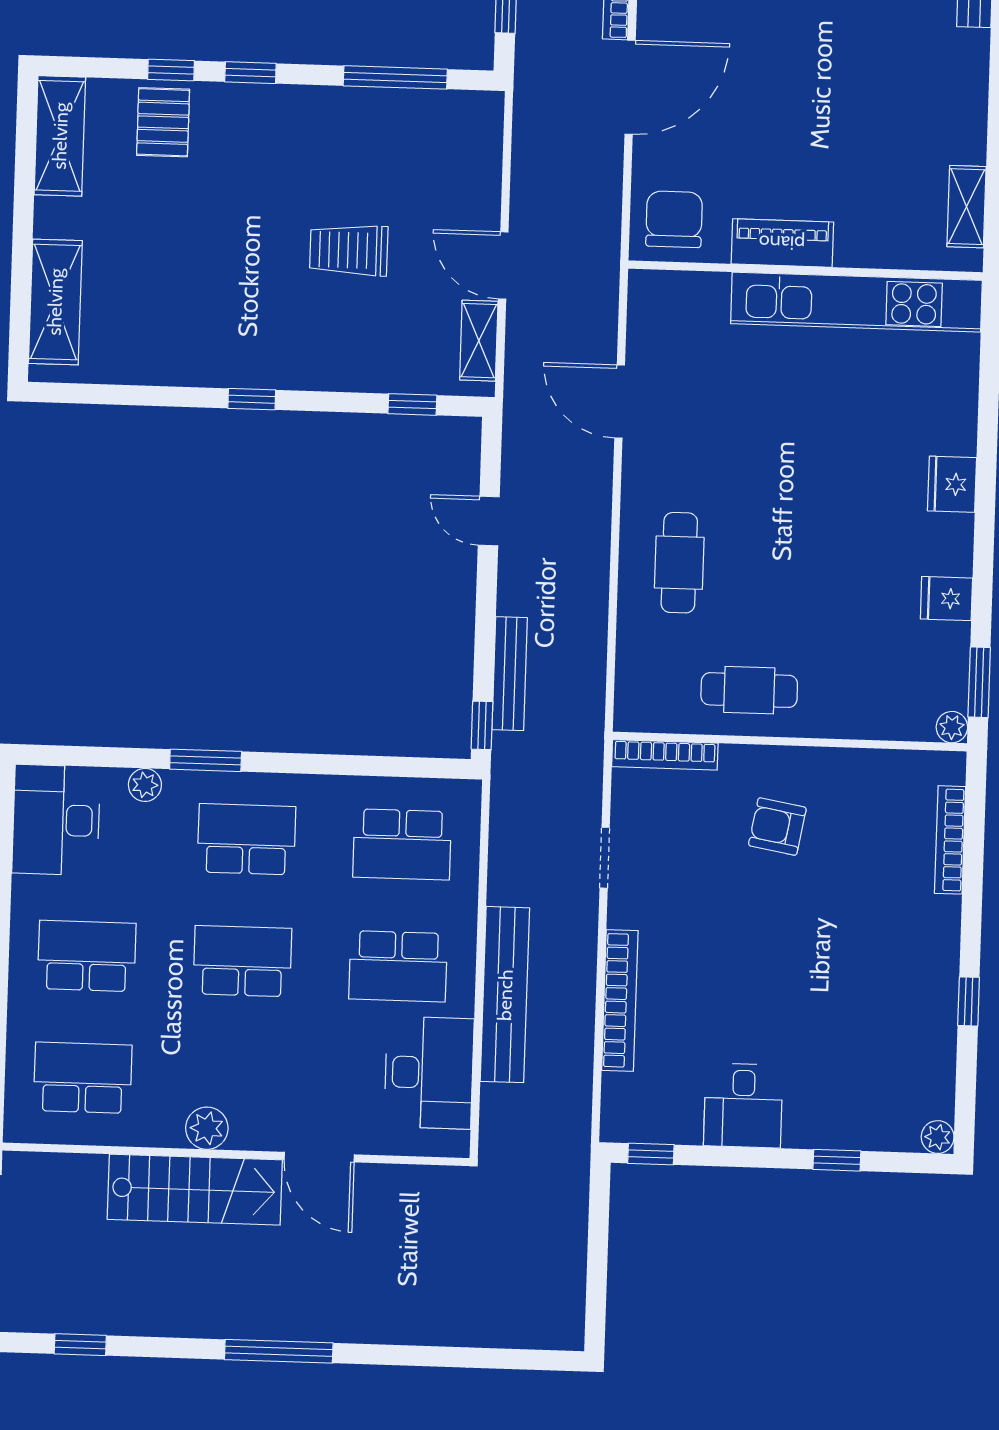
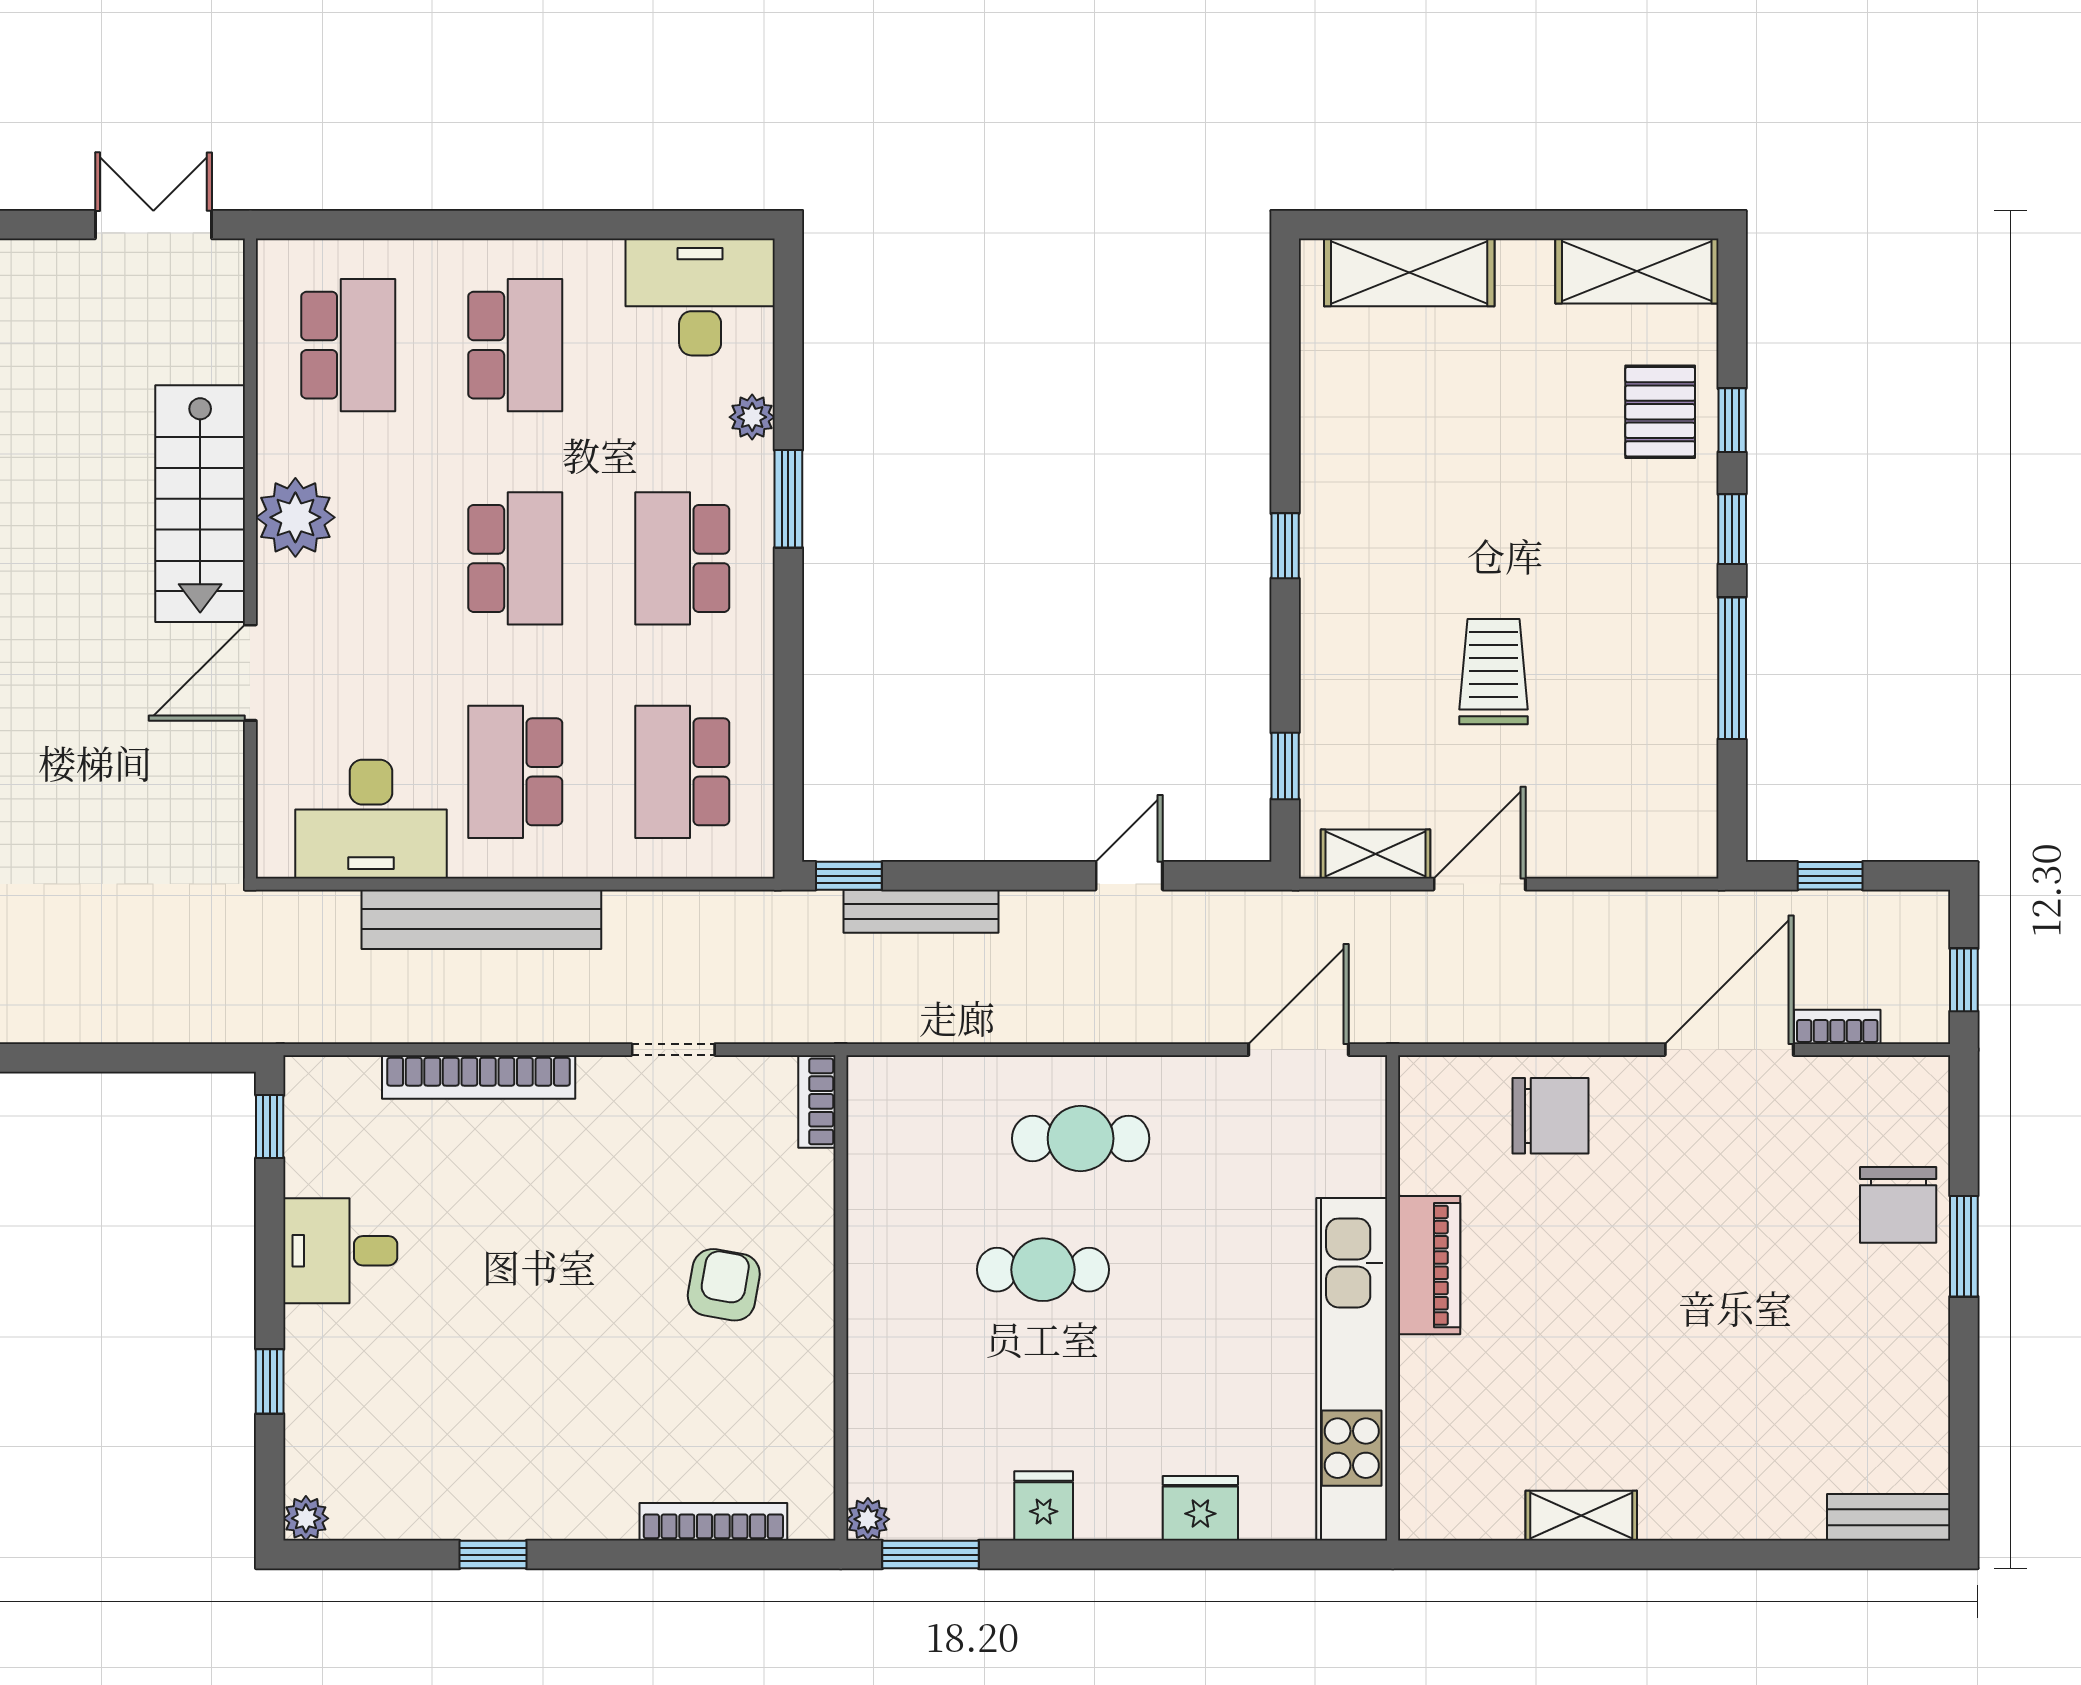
window: (395, 77) -> (1732, 668), moved
door: (630, 87) -> (1729, 1050), swing flipped
pallet: (163, 122) -> (1660, 412), turned 90
piano: (782, 243) -> (1429, 1265), moved
wall: (805, 270) -> (1393, 1298), moved
kitchen unit: (856, 302) -> (1352, 1369), moved
cafe table: (749, 690) -> (1043, 1270), moved, turned 90
bookcase: (665, 755) -> (817, 1101), width x0.64
school desk: (246, 839) -> (682, 558), turned 180
plant: (207, 1128) -> (295, 517), width x1.36, depth x1.36

